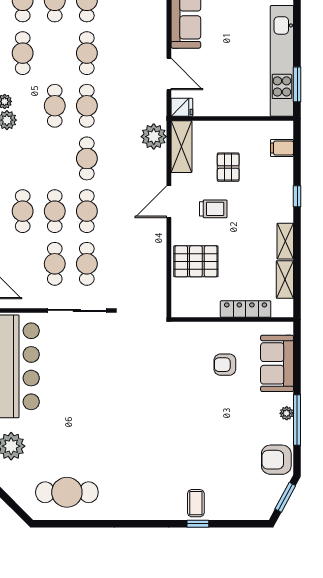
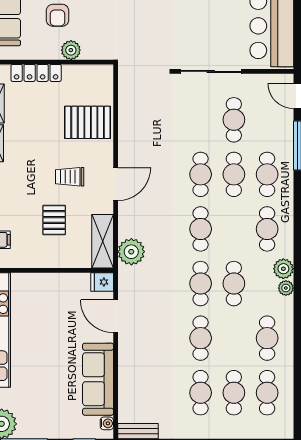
cafe table: (87, 264) -> (267, 229), moved
plant: (212, 331) -> (71, 50), added
armchair: (225, 365) -> (58, 15), turned 90

